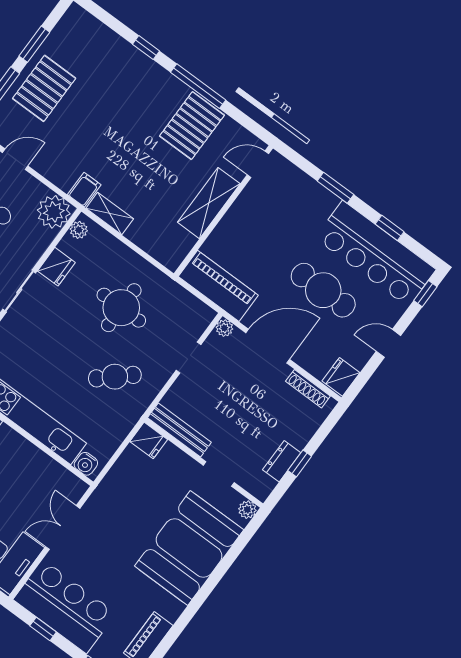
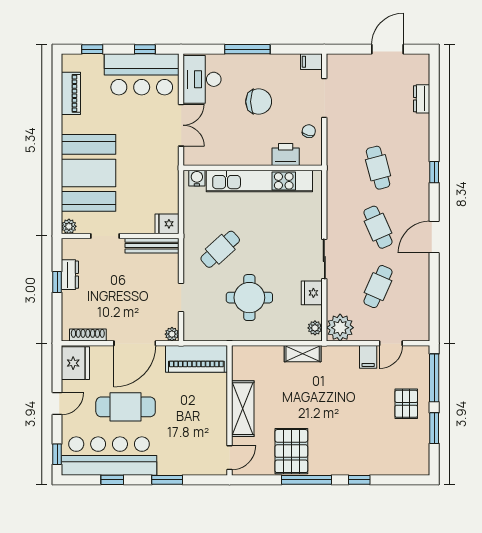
pallet: (44, 88) -> (406, 404), width x0.67, depth x0.71
filing cabinet: (84, 190) -> (368, 357), moved
fridge: (341, 377) -> (75, 363), width x1.36, depth x1.34

